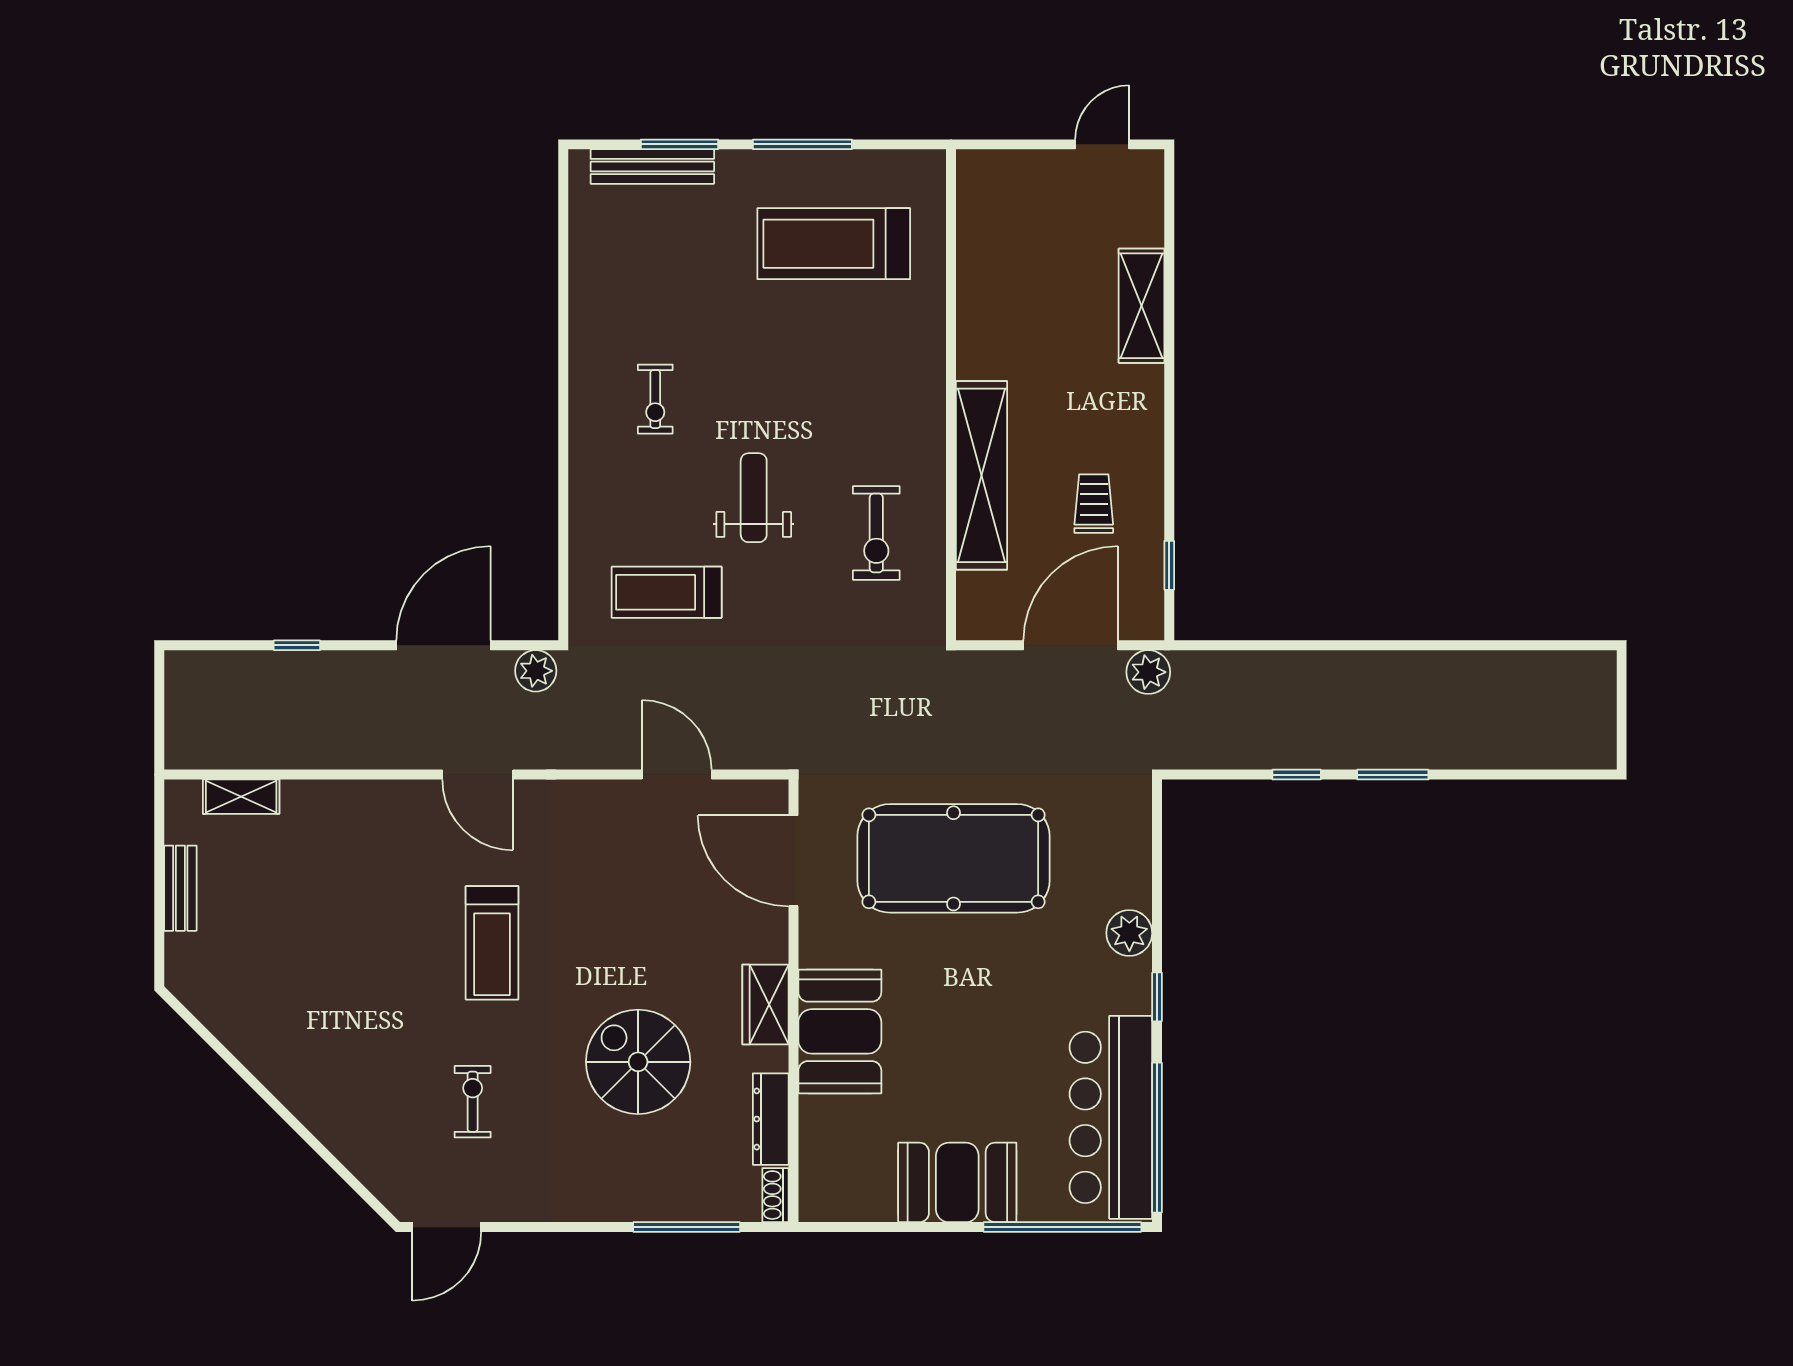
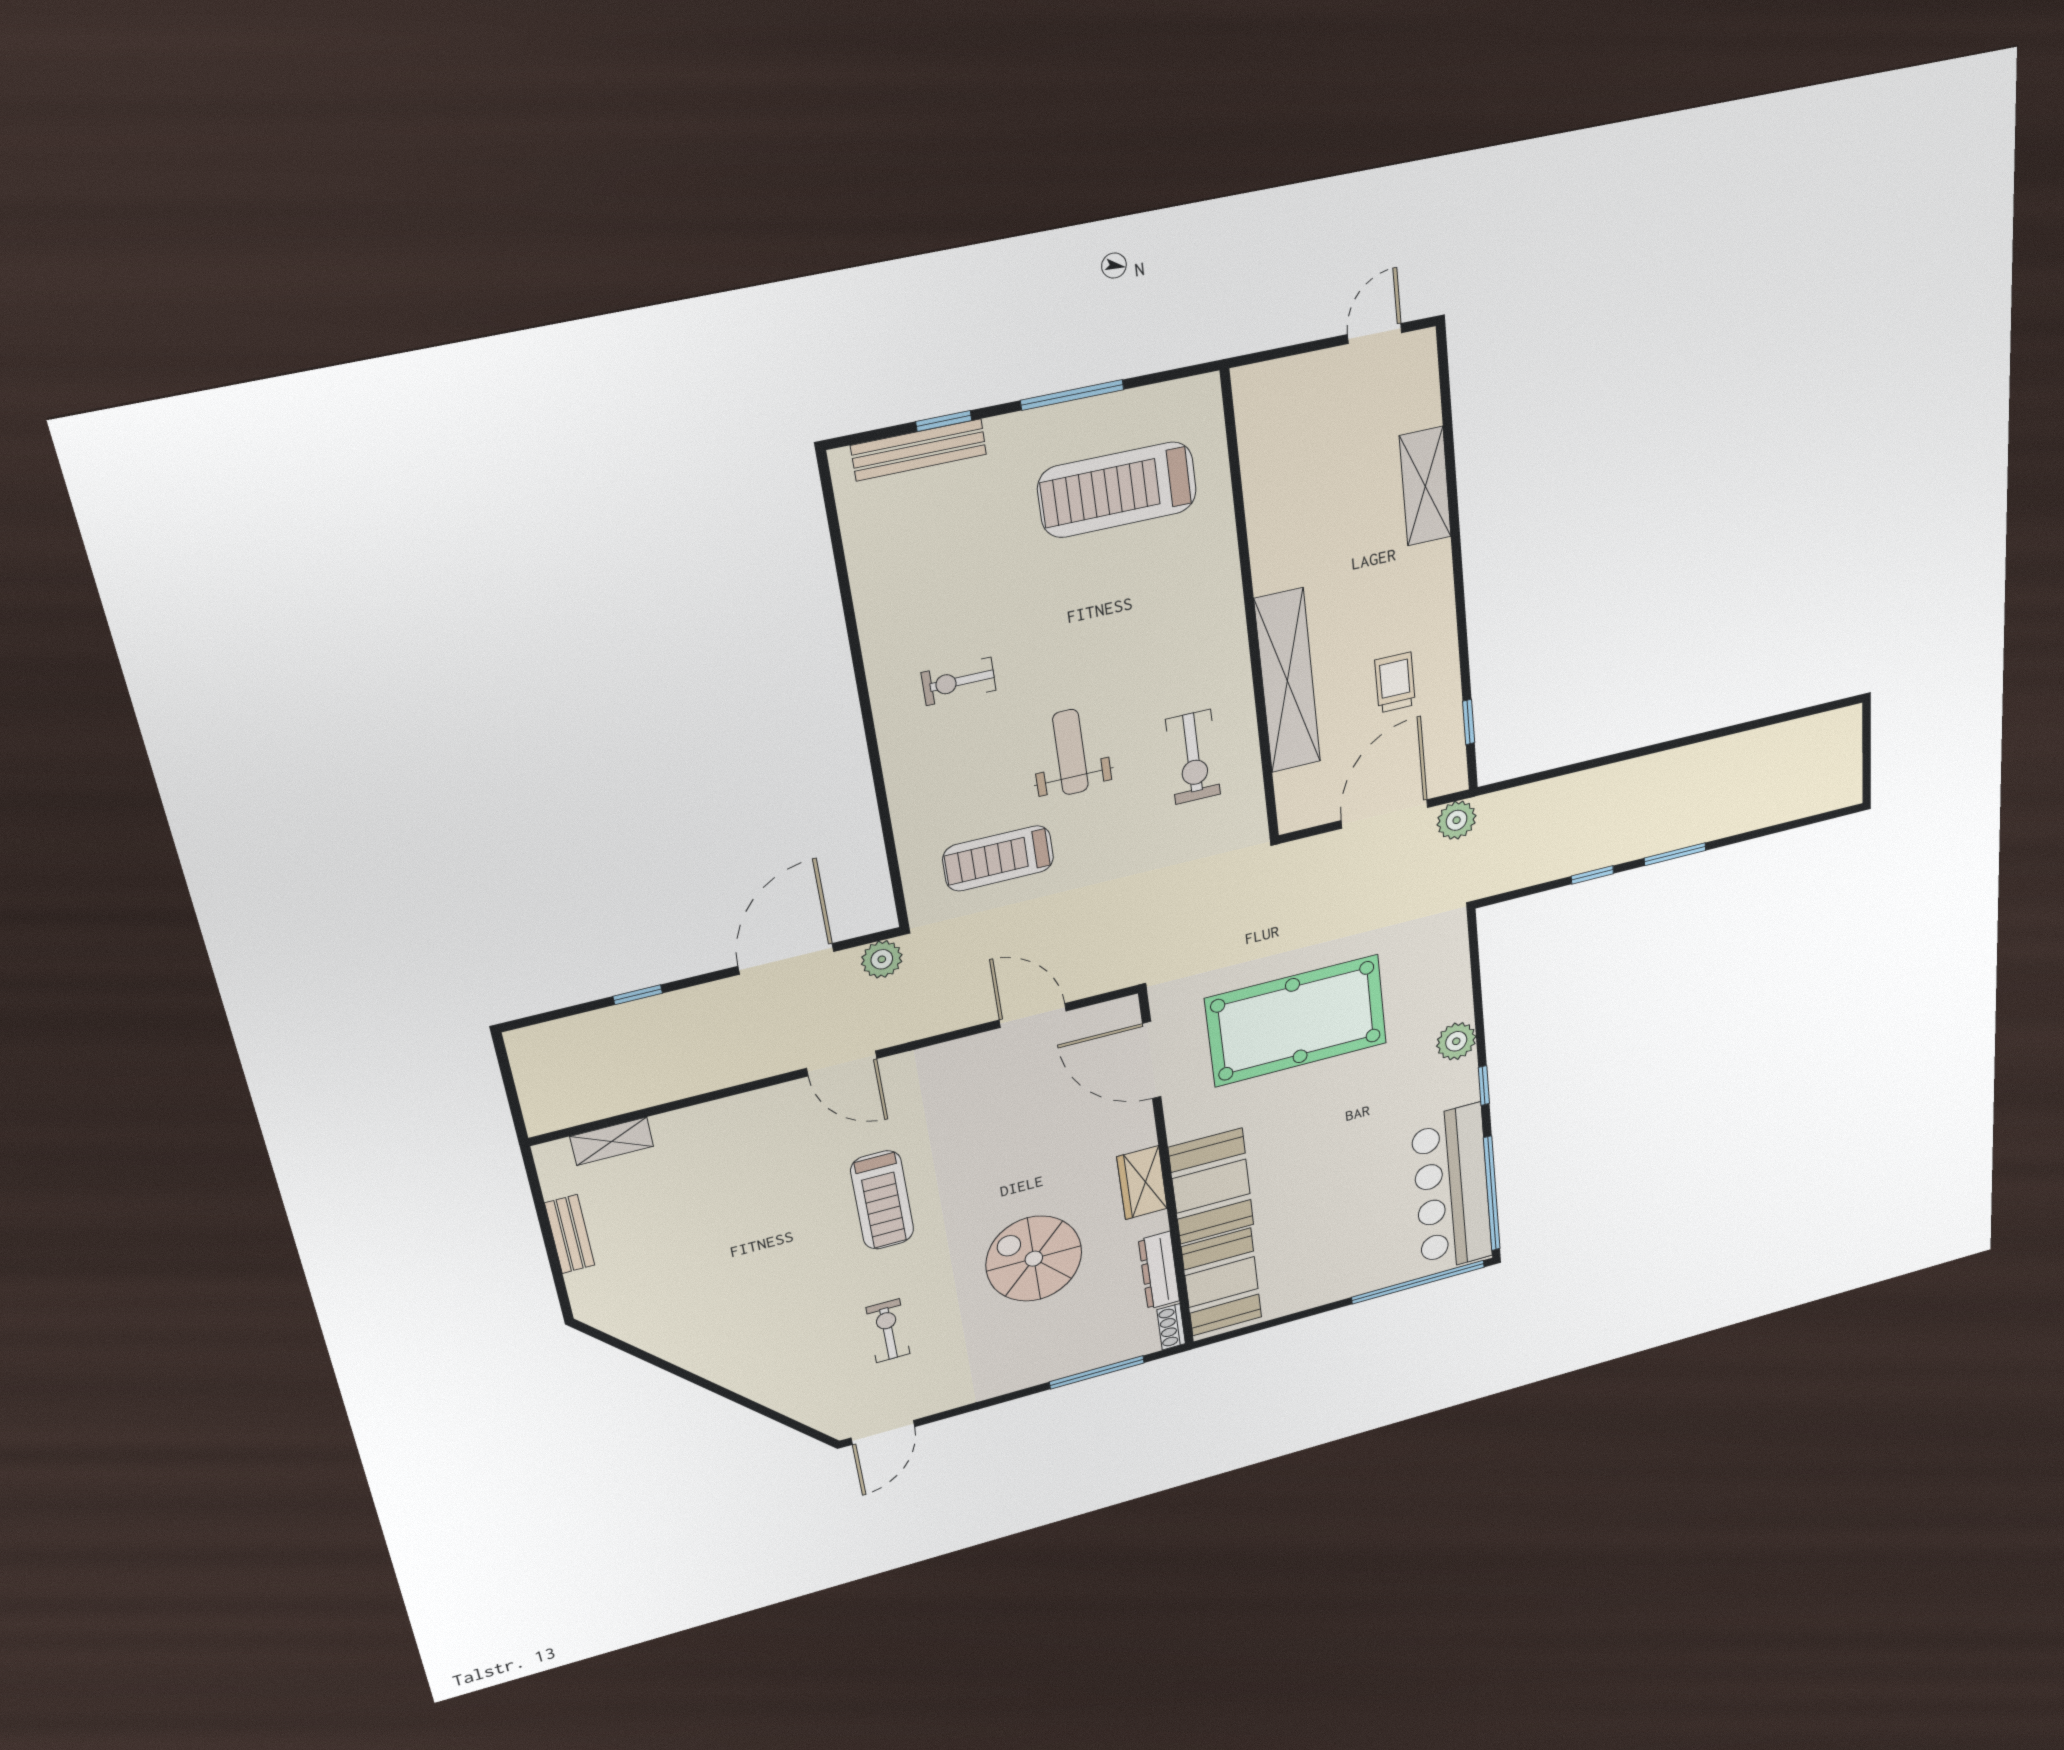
window: (679, 144) -> (944, 421), width x0.67
exercise bike: (655, 399) -> (959, 681), turned 90
booth: (957, 1182) -> (1222, 1282), moved, turned 90

